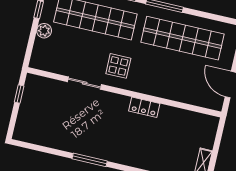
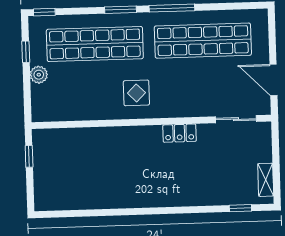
sliding door: (85, 83) -> (236, 119), moved
window: (90, 160) -> (132, 212), removed

